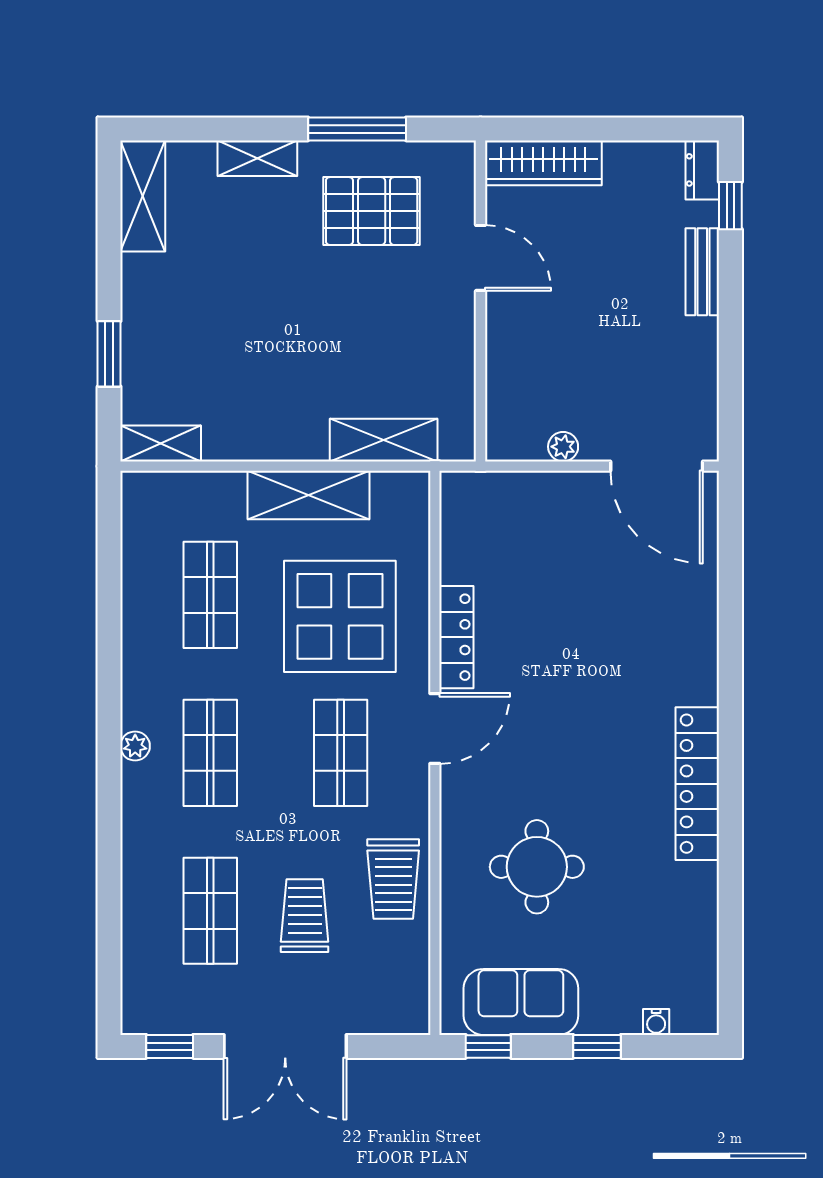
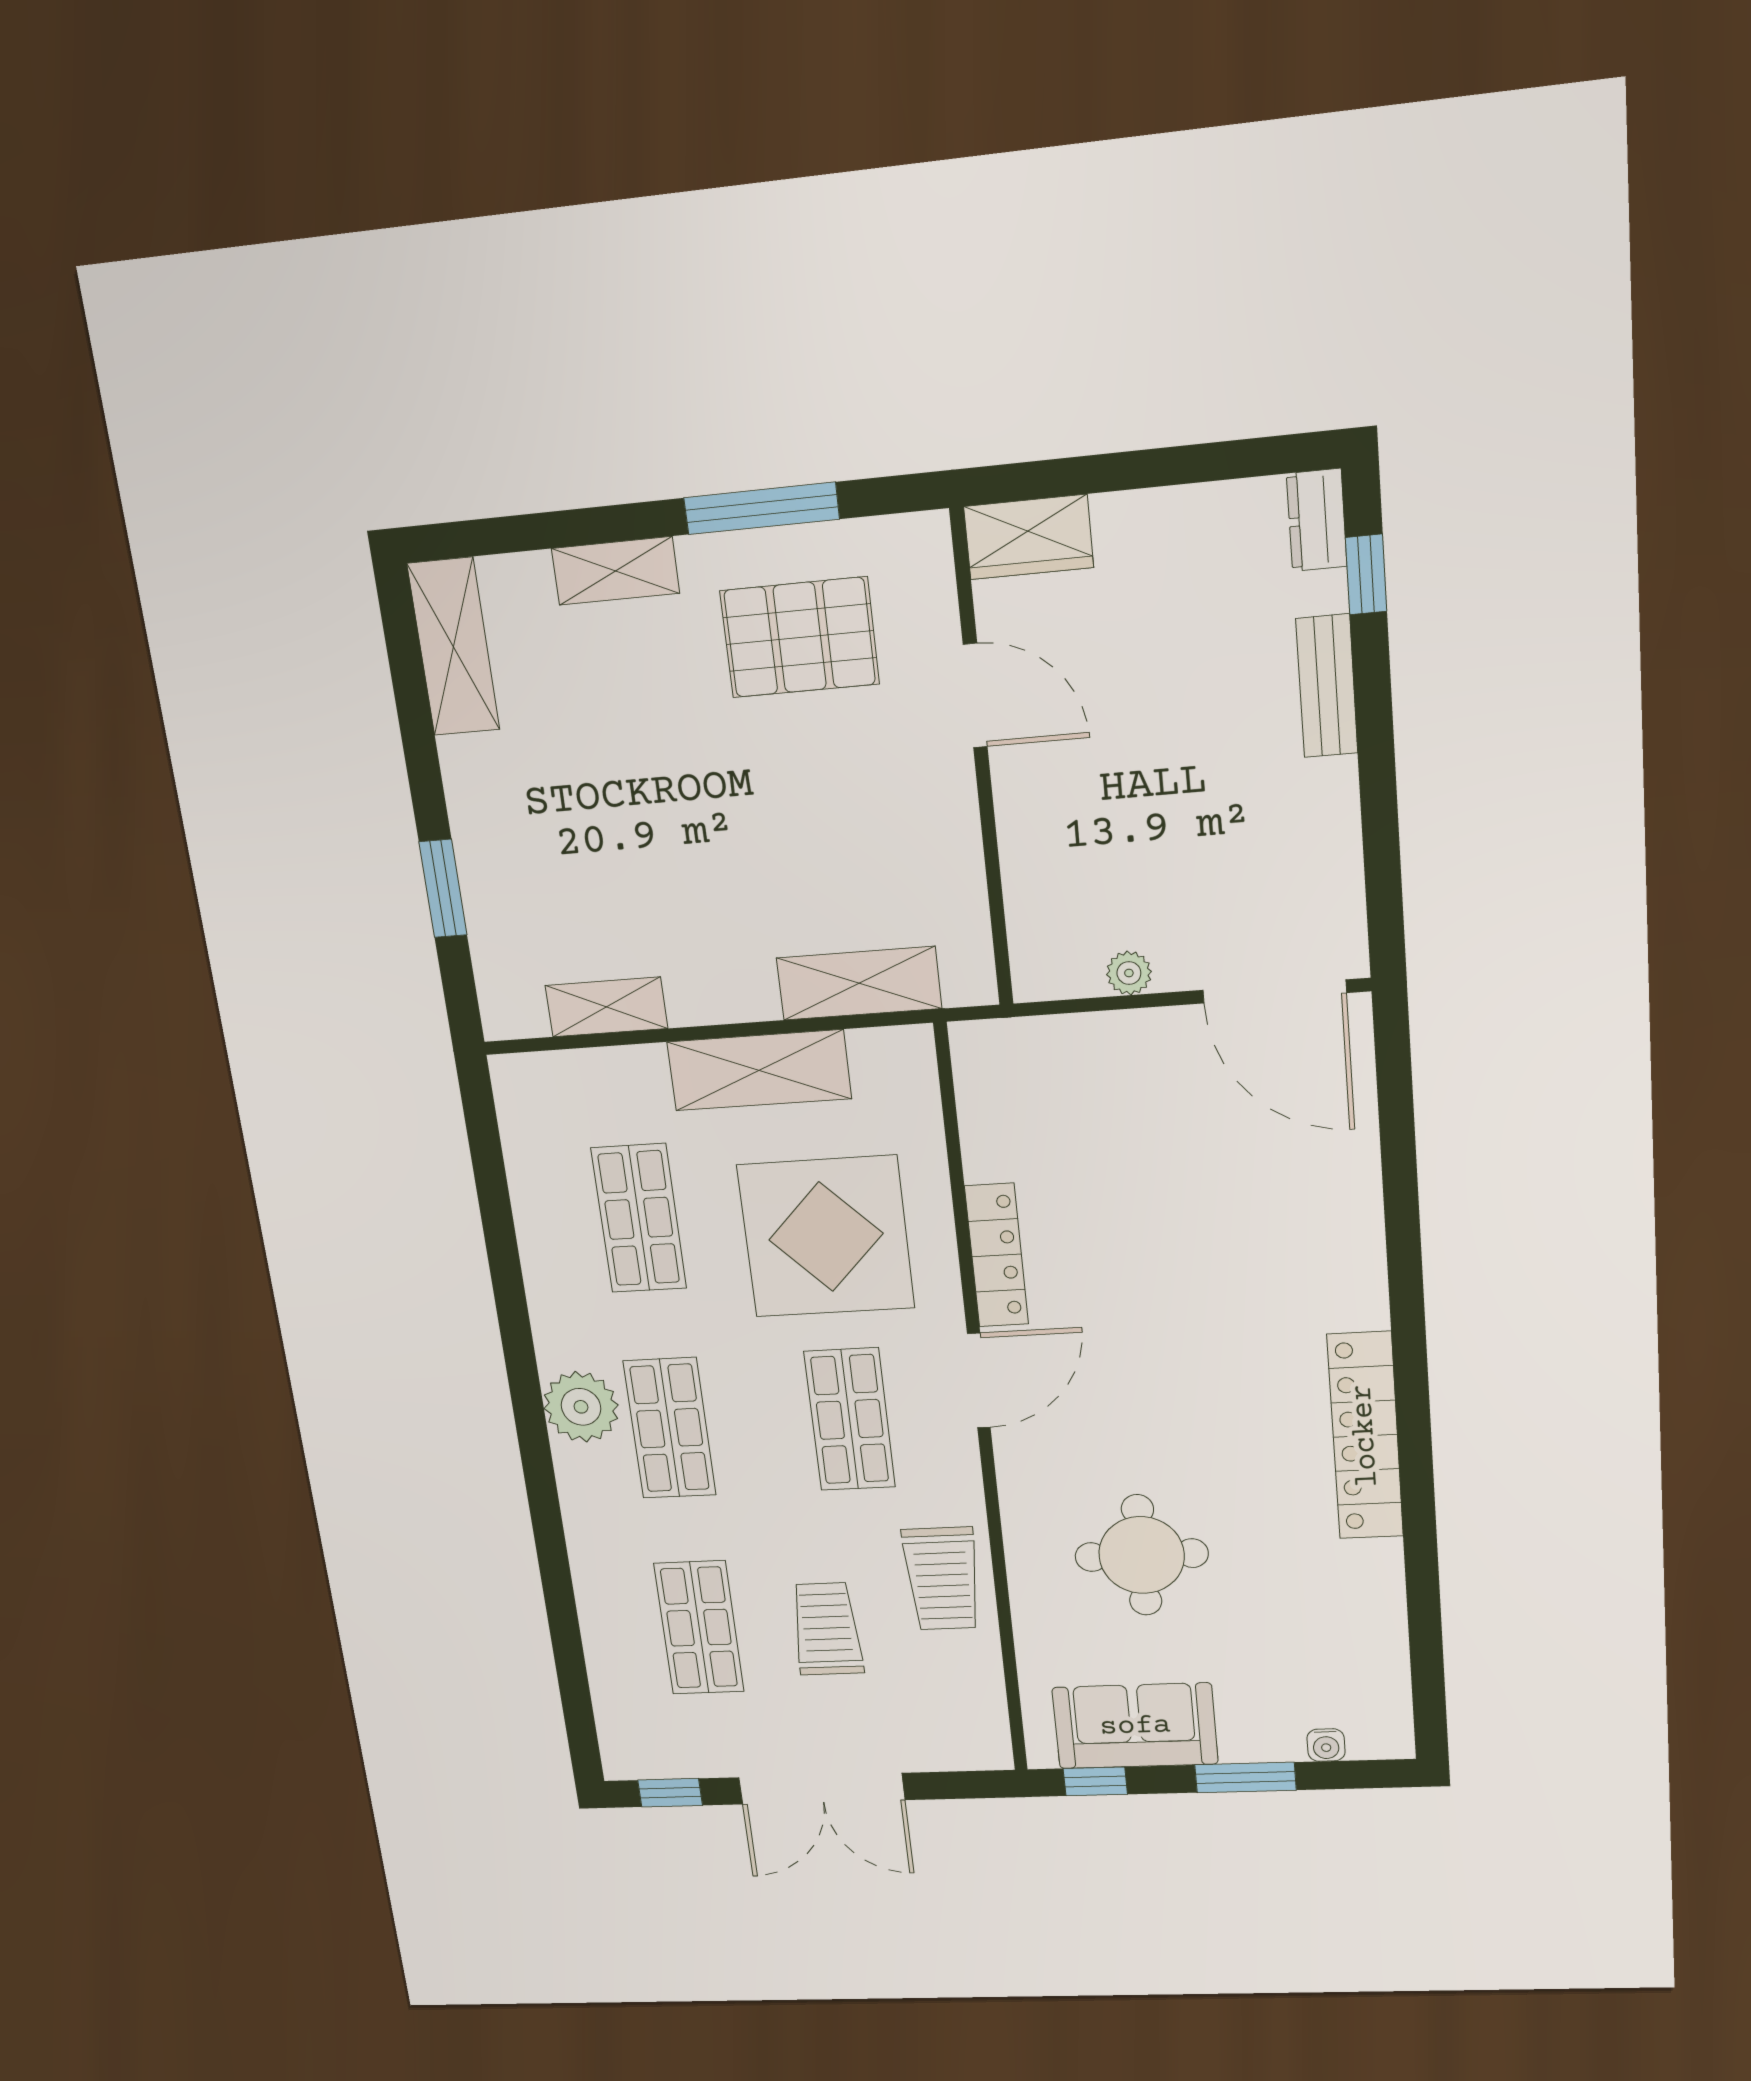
wardrobe: (543, 163) -> (1029, 537), width x0.67
shelving: (161, 444) -> (606, 1007), moved
plant: (135, 746) -> (581, 1407), width x1.88, depth x1.88
window: (597, 1046) -> (1245, 1777), width x1.50

